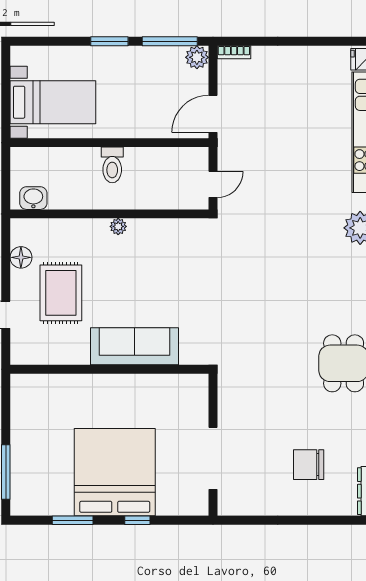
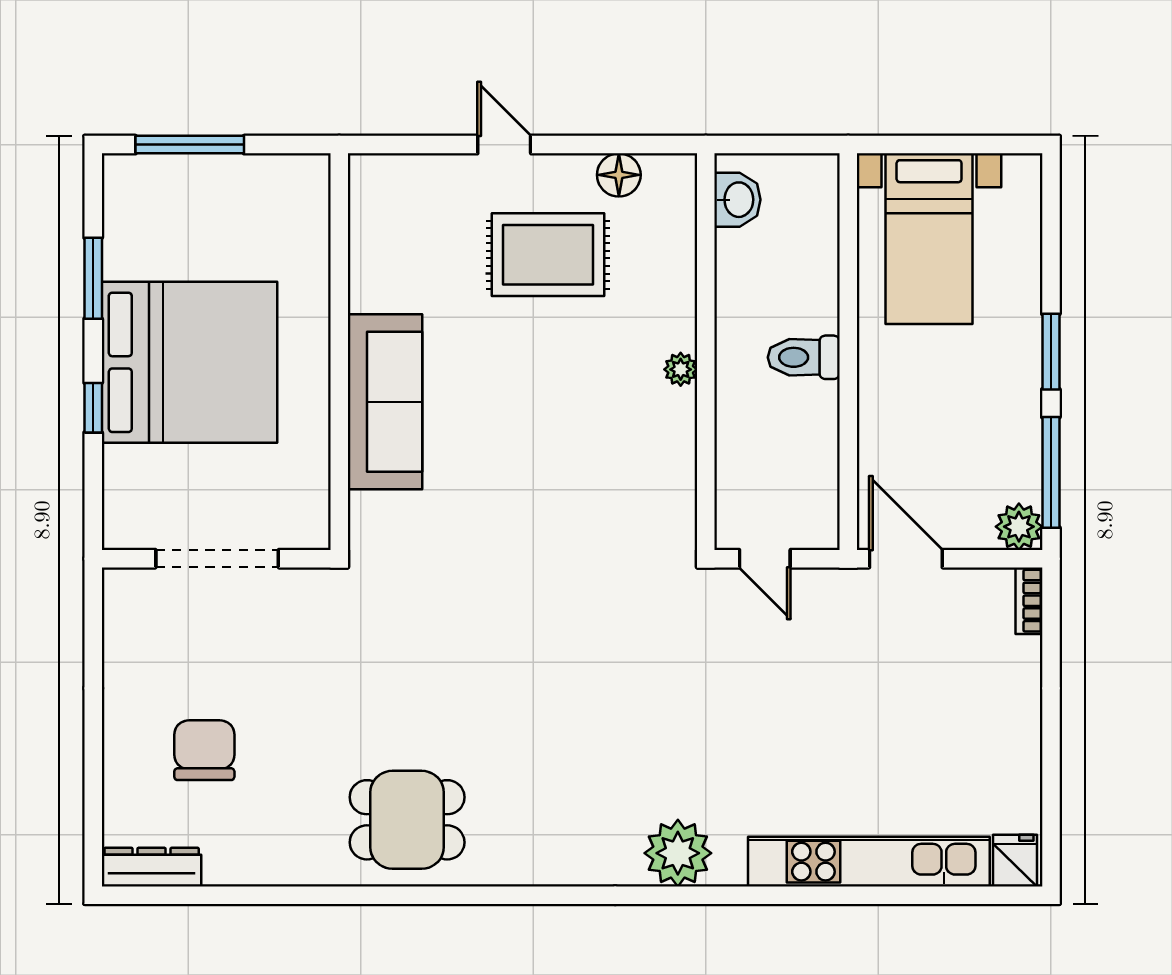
sofa: (134, 346) -> (385, 402), moved
wall: (109, 369) -> (339, 352), moved

